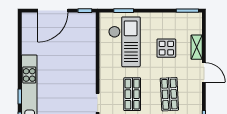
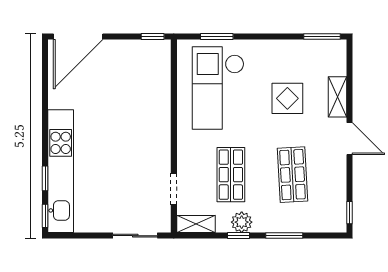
door: (53, 11) -> (78, 36), moved
checkout: (124, 42) -> (218, 88), turned 180

